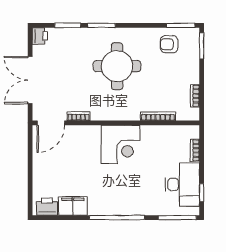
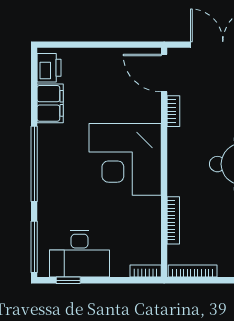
bookcase: (195, 96) -> (193, 271), width x1.56
corner desk: (121, 144) -> (125, 159), width x1.36, depth x1.36
bookcase: (195, 150) -> (146, 271), moved

